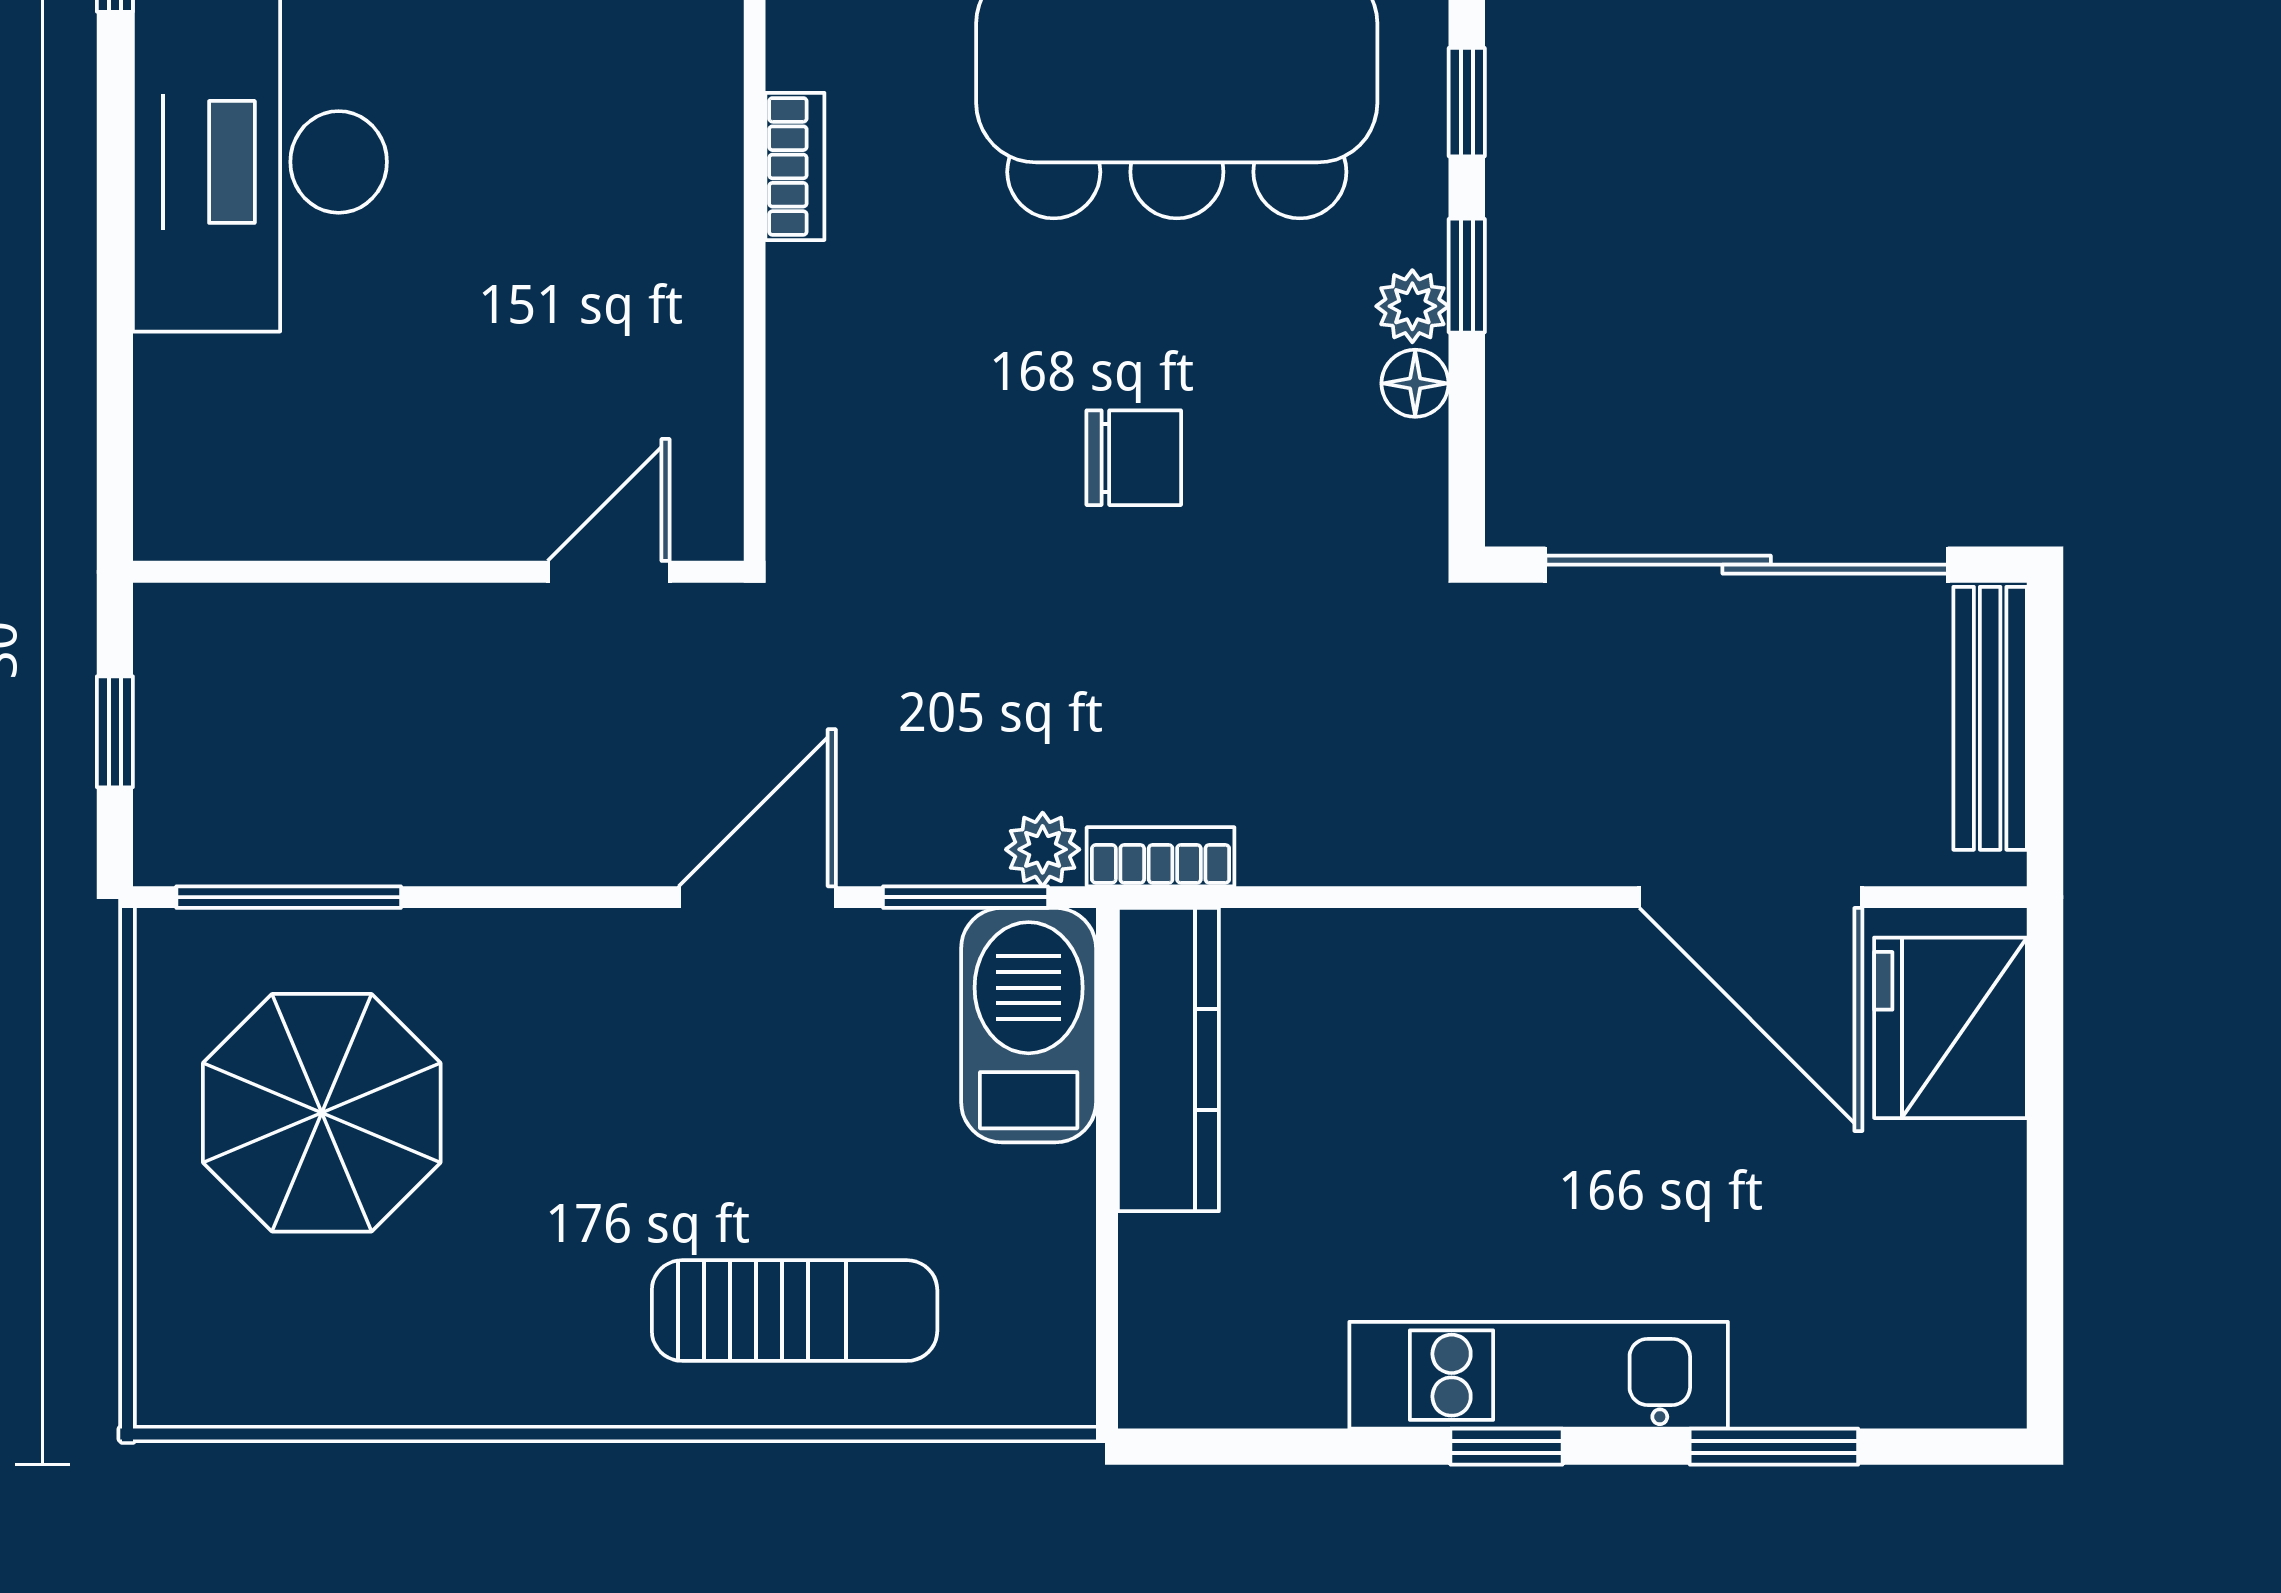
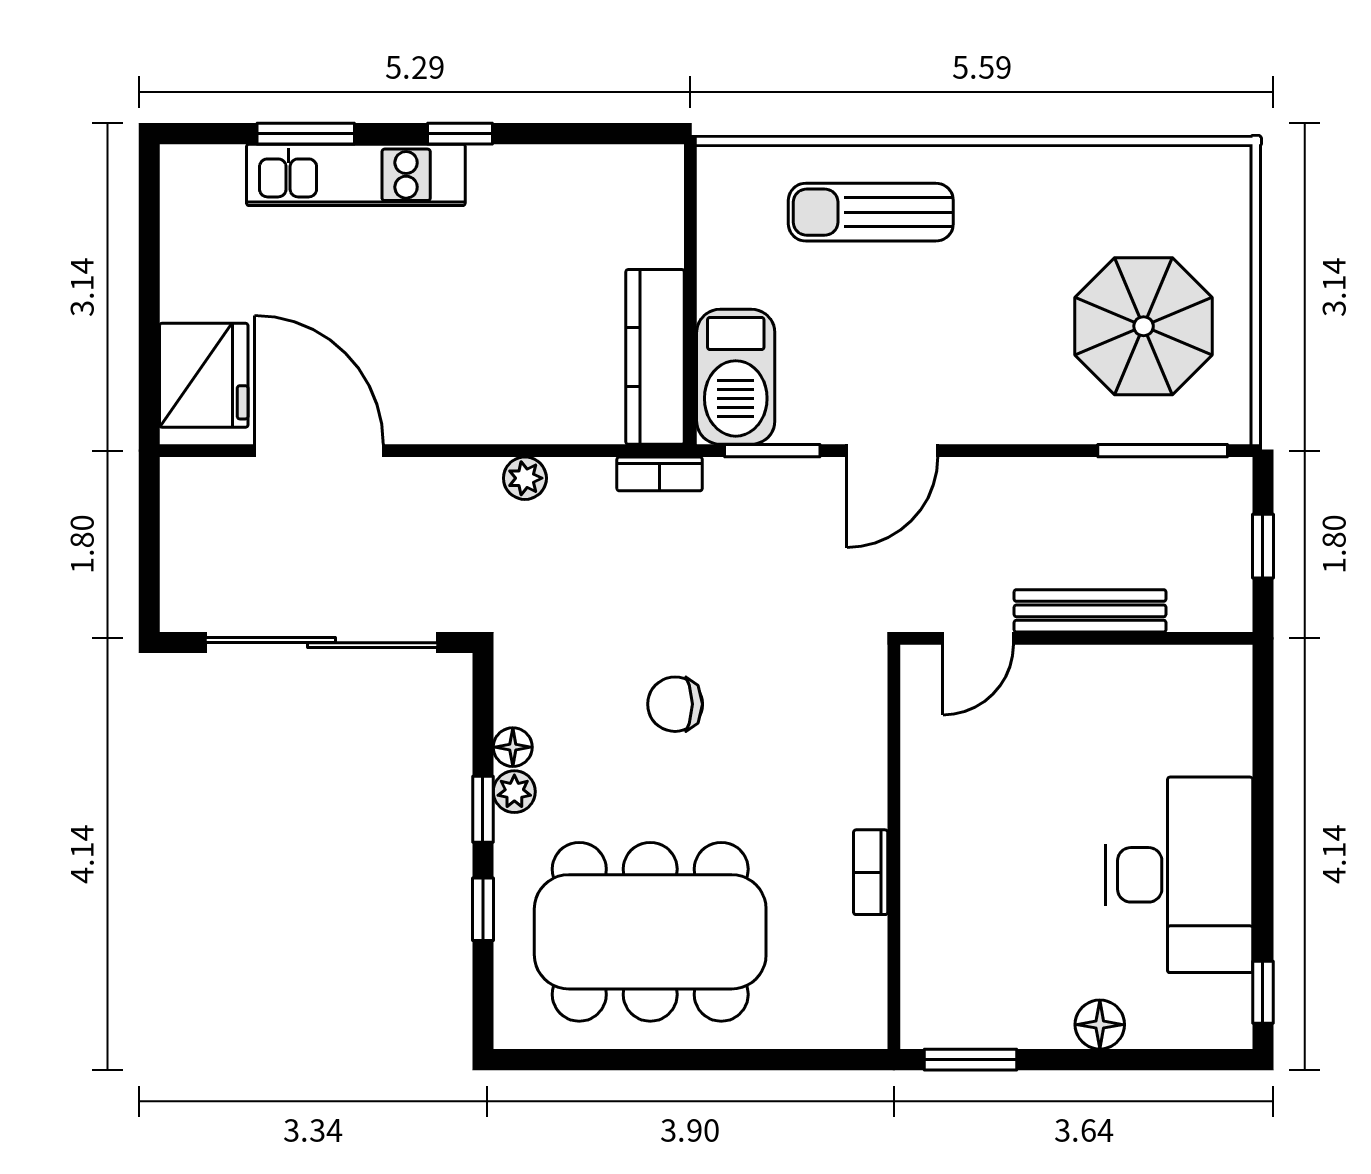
bench: (1990, 718) -> (1090, 611), moved, turned 90
plant: (1043, 849) -> (525, 478), moved
kitchen unit: (1539, 1375) -> (356, 175), moved

